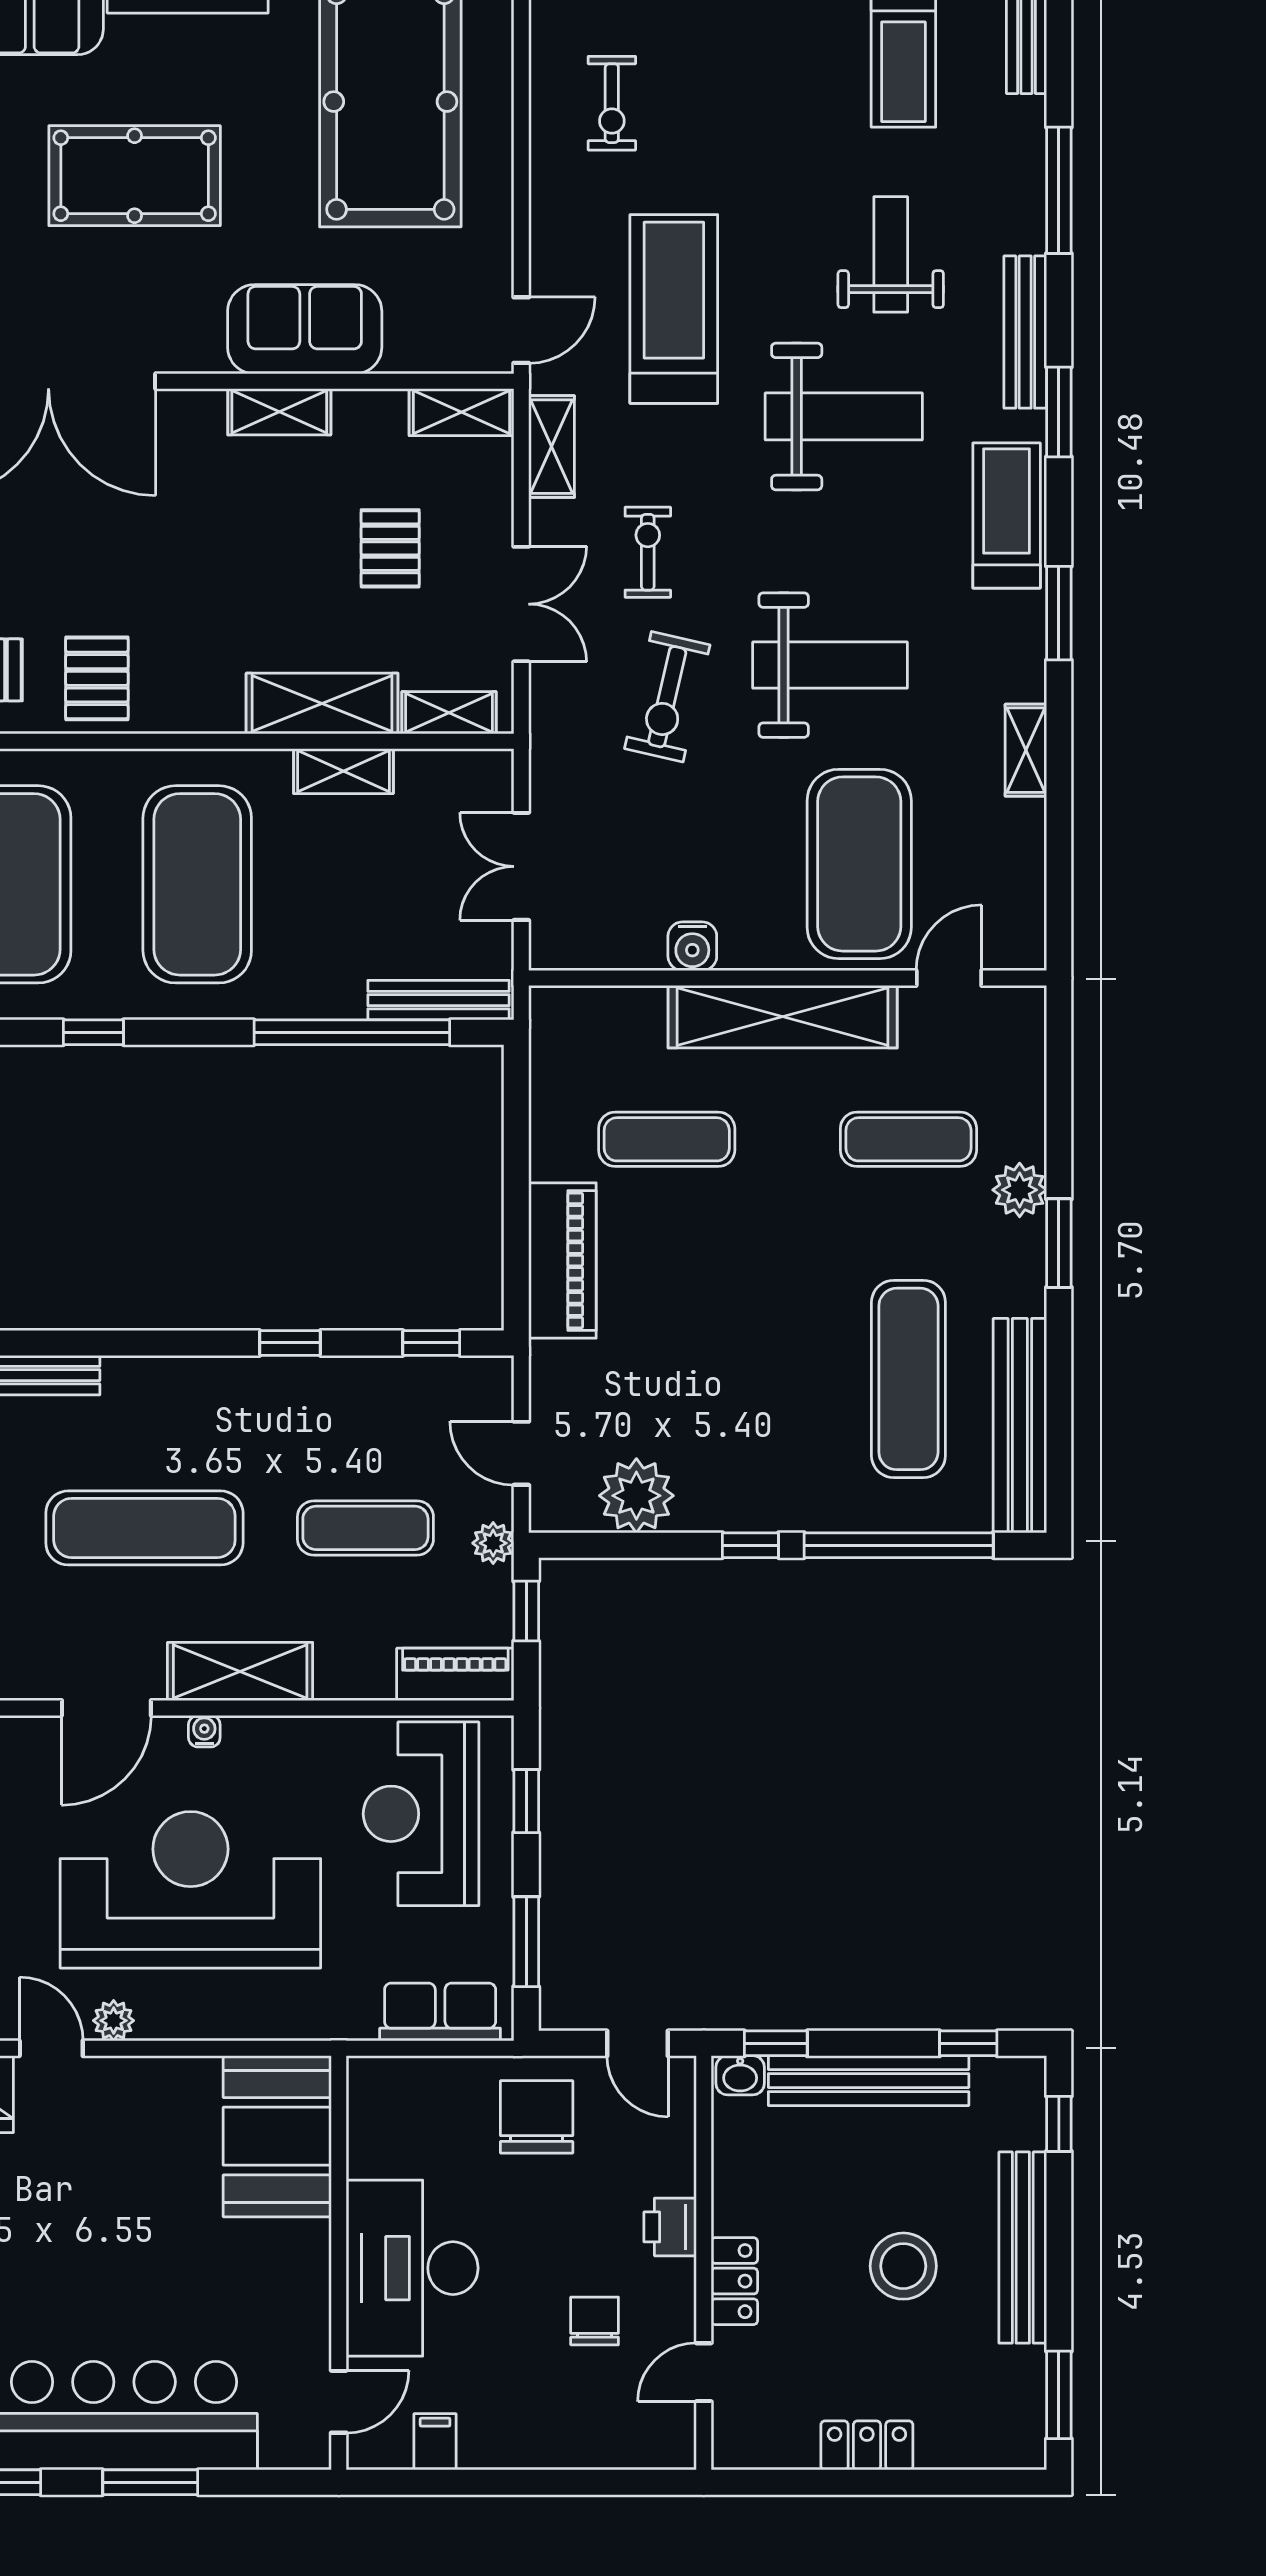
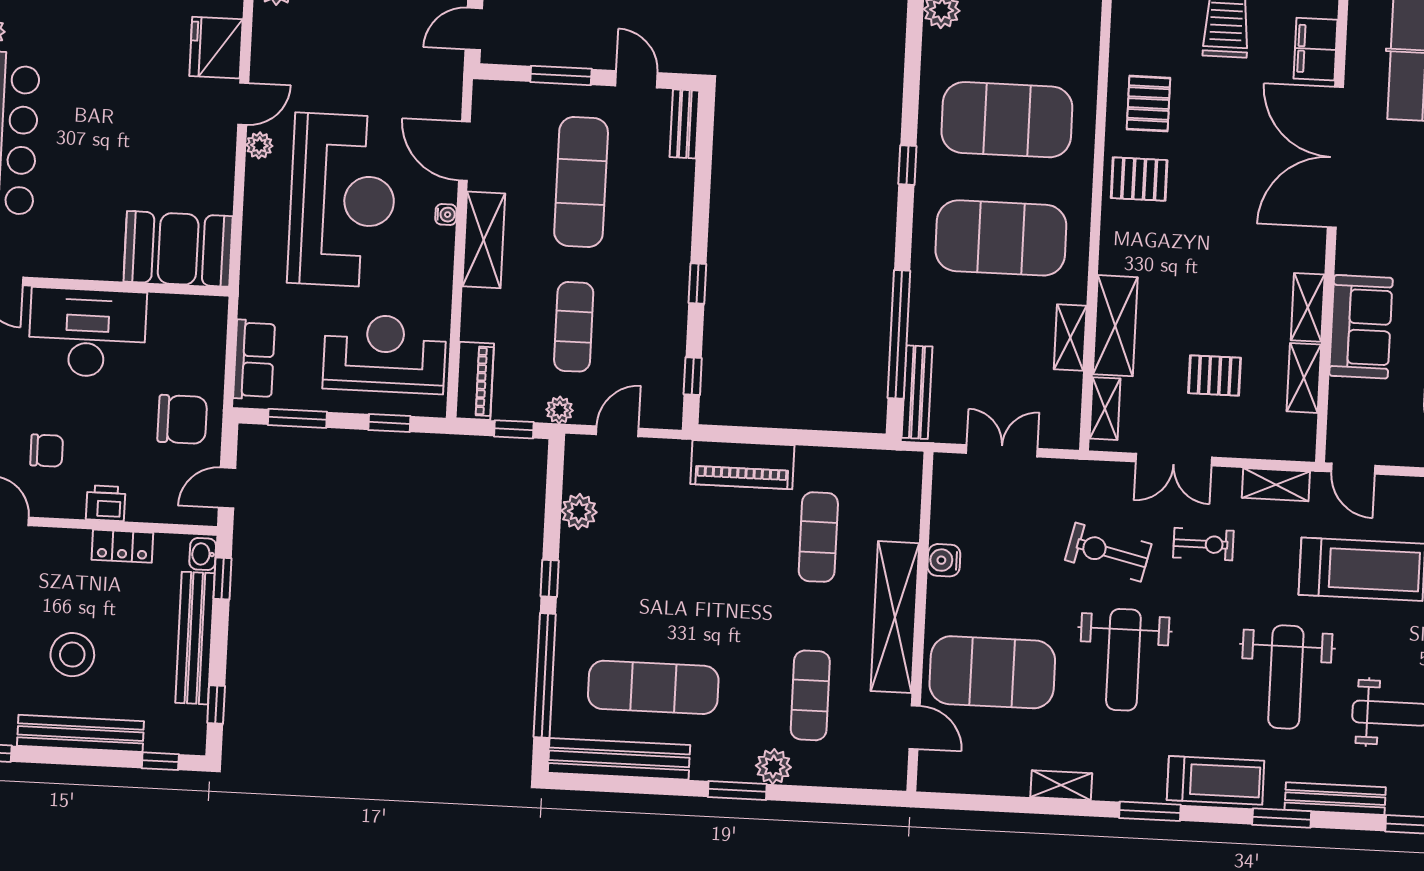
shelving: (462, 412) -> (1304, 378), moved
plant: (636, 1496) -> (579, 512), width x0.73, depth x0.73
locker: (734, 2281) -> (122, 546), moved

